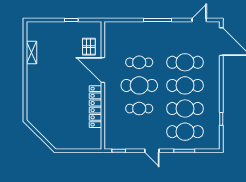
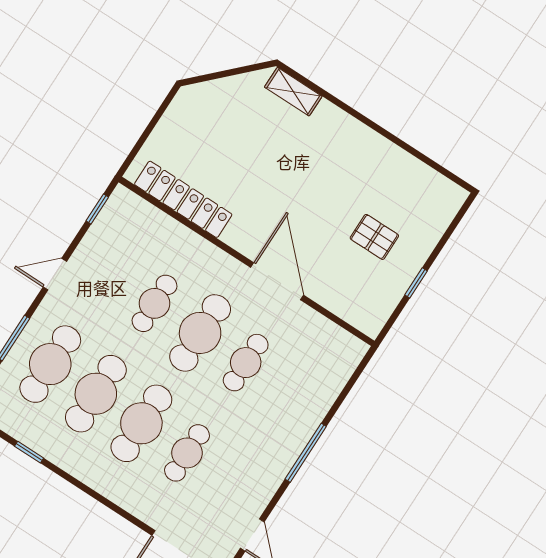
pallet: (89, 47) -> (374, 237), moved
shelving: (32, 53) -> (293, 92), moved
cafe table: (185, 62) -> (187, 453), width x0.73, depth x0.74
door: (103, 70) -> (277, 281), hinge flipped
locker: (95, 107) -> (183, 199), moved

